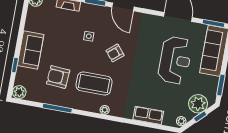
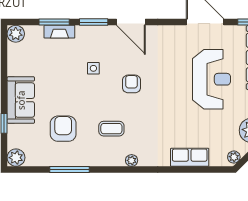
armchair: (115, 53) -> (132, 84), turned 130
armchair: (58, 77) -> (63, 129), turned 86
coffee table: (94, 83) -> (111, 129), width x0.54, depth x0.58

